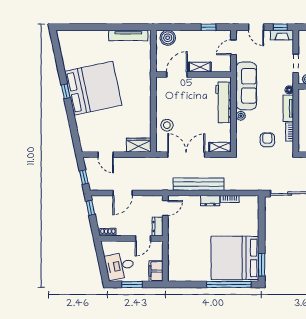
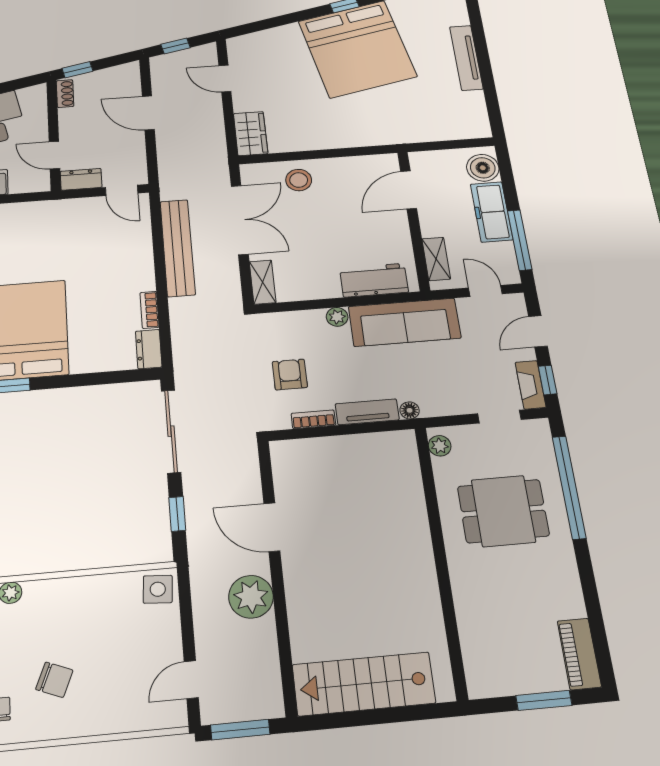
window: (208, 27) -> (520, 240), width x2.17
tv unit: (128, 35) -> (466, 58), moved
freezer: (192, 38) -> (492, 212), added
doorway: (296, 63) -> (499, 417), moved
shelving: (200, 67) -> (436, 259), moved
door: (177, 74) -> (409, 190), swing flipped
workbench: (224, 102) -> (374, 280), width x0.73
armchair: (267, 140) -> (290, 374), turned -90
door: (106, 155) -> (225, 79), hinge flipped
dresser: (210, 201) -> (149, 349), moved
window: (90, 208) -> (77, 70), moved

